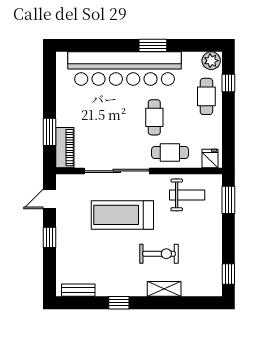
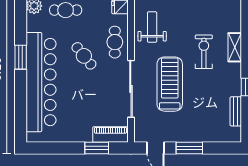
cafe table: (154, 117) -> (84, 56), turned 51
treadmill: (122, 215) -> (170, 84), turned 180
window: (49, 237) -> (189, 148), width x1.50
bench: (78, 290) -> (236, 111), moved

